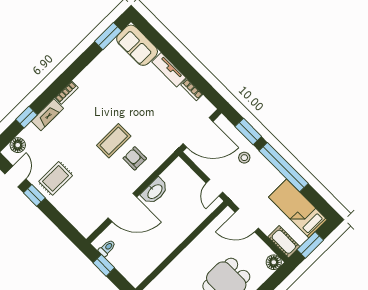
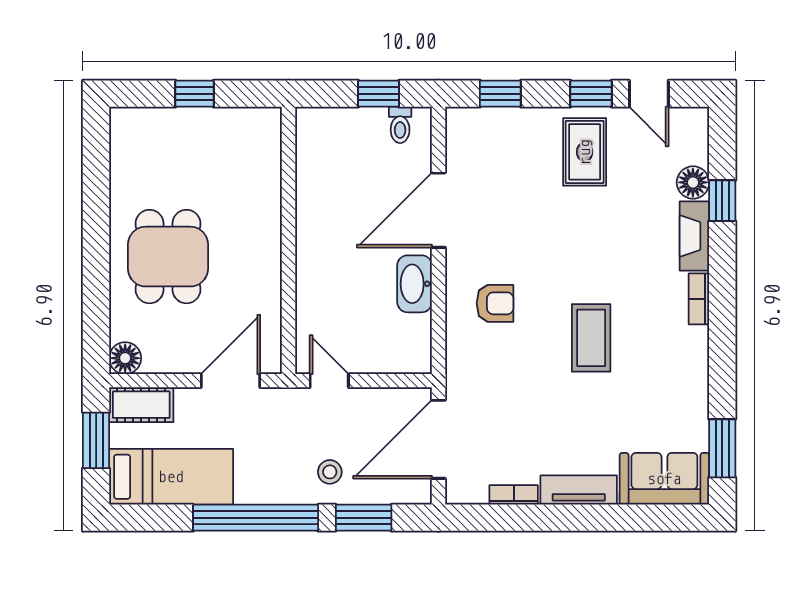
coffee table: (114, 141) -> (591, 338), moved
floor lamp: (18, 145) -> (693, 182), moved
window: (64, 225) -> (500, 94), added

